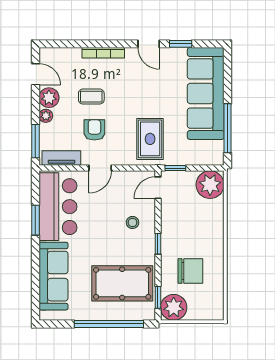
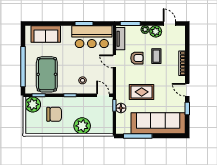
door: (149, 44) -> (187, 90), hinge flipped
door: (35, 74) -> (169, 24), swing flipped
rug: (150, 139) -> (142, 92), moved
floor lamp: (180, 157) -> (121, 108), added
plant: (210, 185) -> (82, 126), moved
chair: (190, 271) -> (54, 114), turned -90
sofa: (53, 276) -> (46, 34), width x0.73

